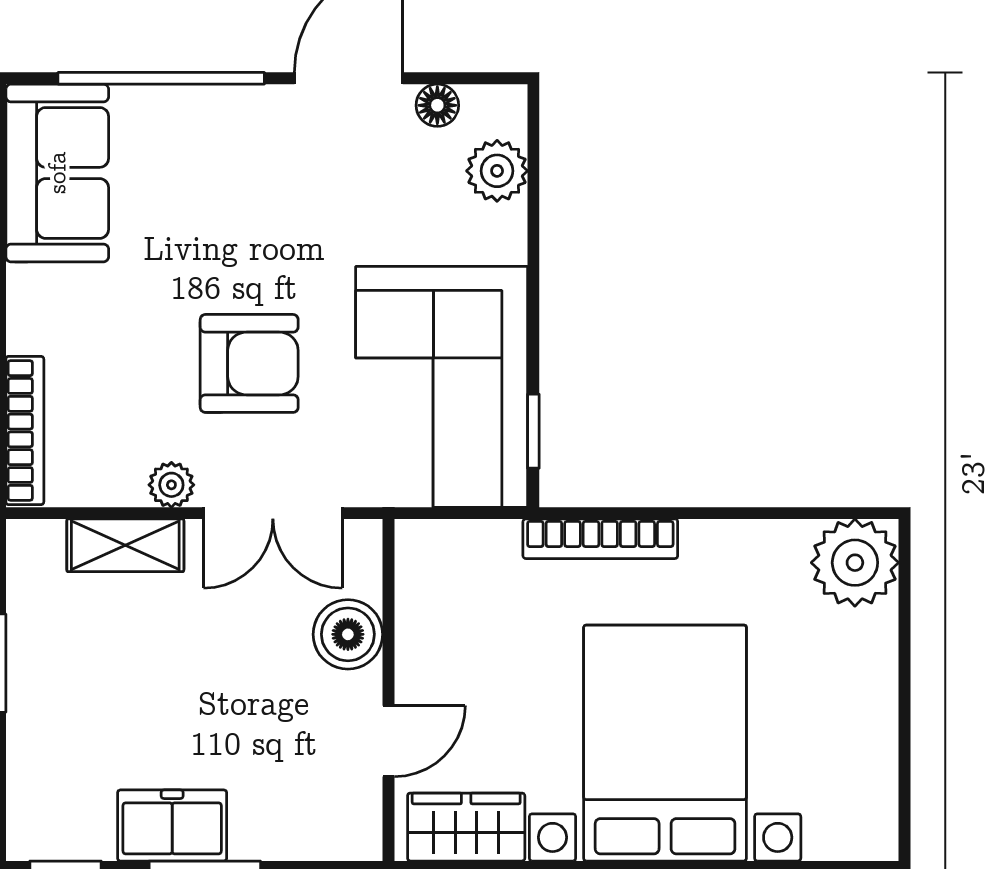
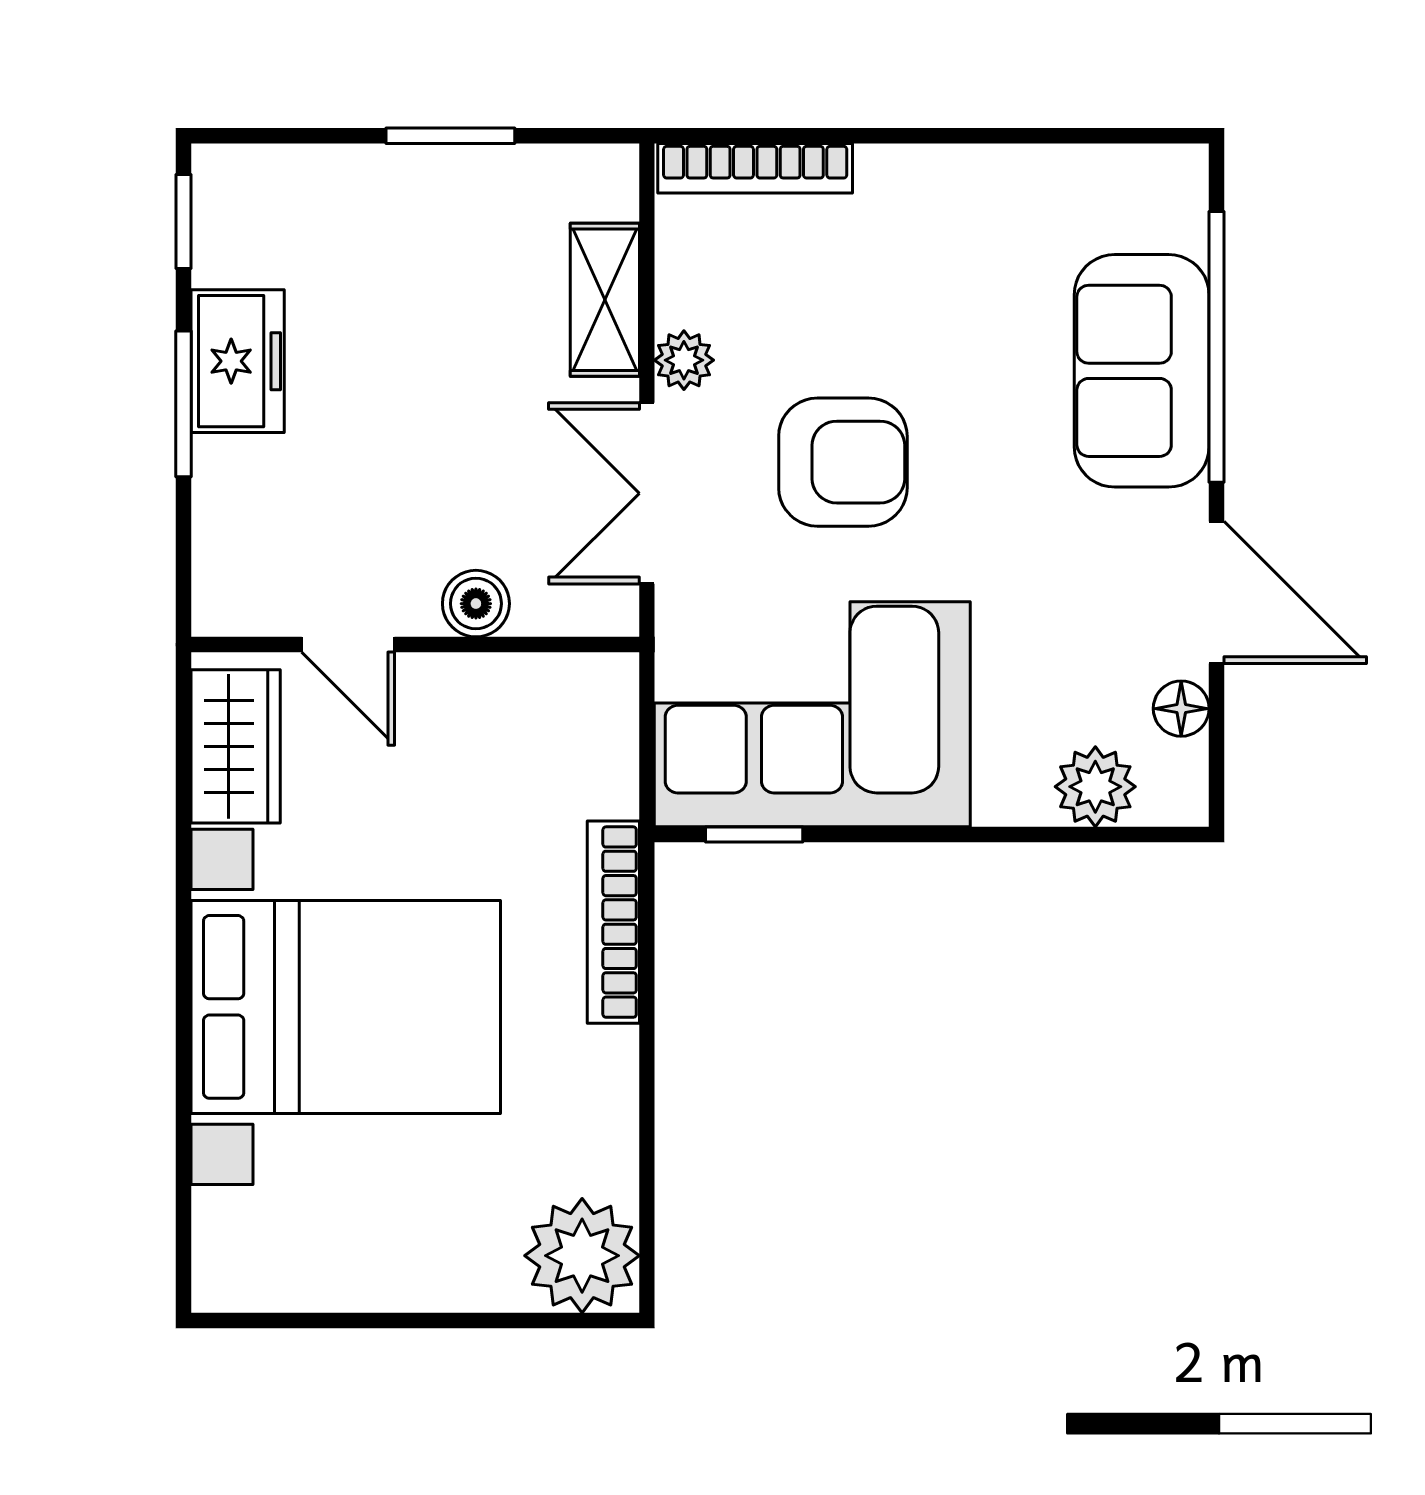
sofa: (57, 173) -> (1142, 371), moved, turned 90
armchair: (249, 363) -> (843, 462), turned -90
boiler: (348, 634) -> (476, 604), width x0.73, depth x0.73

